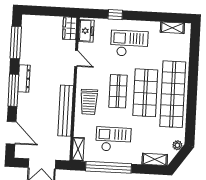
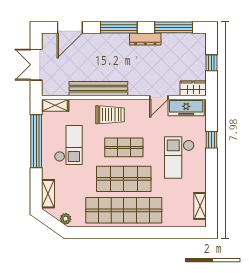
window: (48, 11) -> (212, 63), added
freezer: (86, 31) -> (186, 107), width x1.40
checkout: (129, 44) -> (179, 157), turned 180
dresser: (24, 78) -> (145, 39), moved
trolley: (89, 102) -> (110, 115), turned 180

